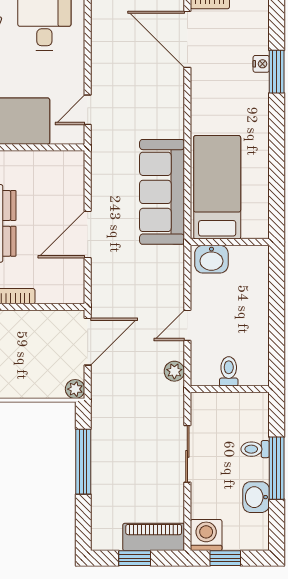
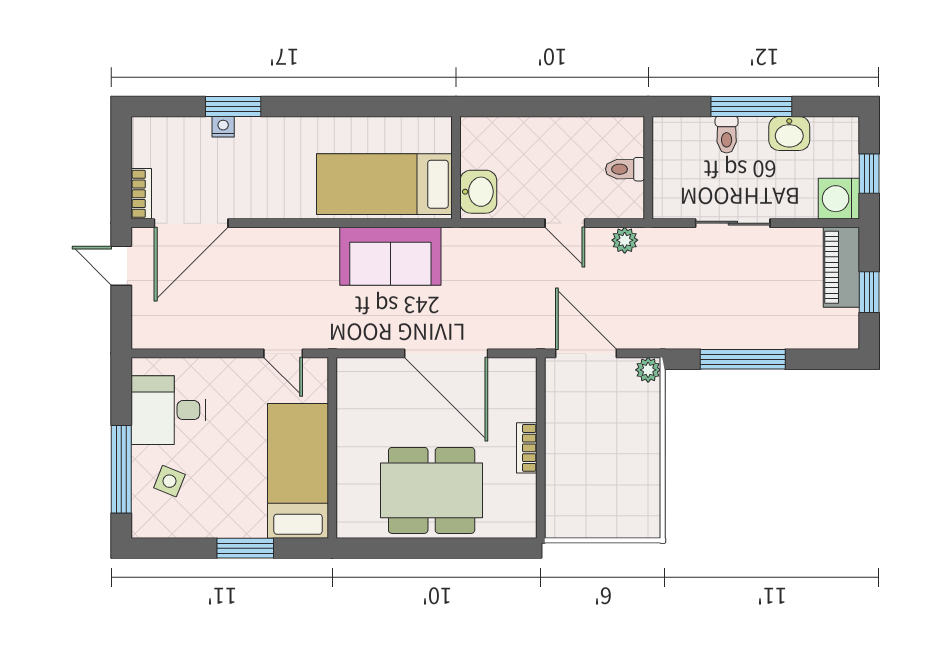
sofa: (162, 192) -> (390, 256), width x0.73
door: (88, 234) -> (446, 353), width x1.36

